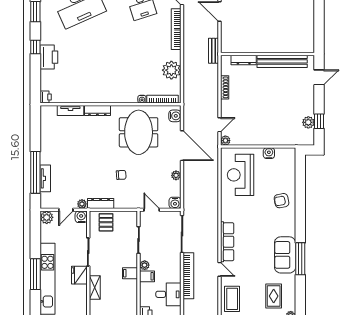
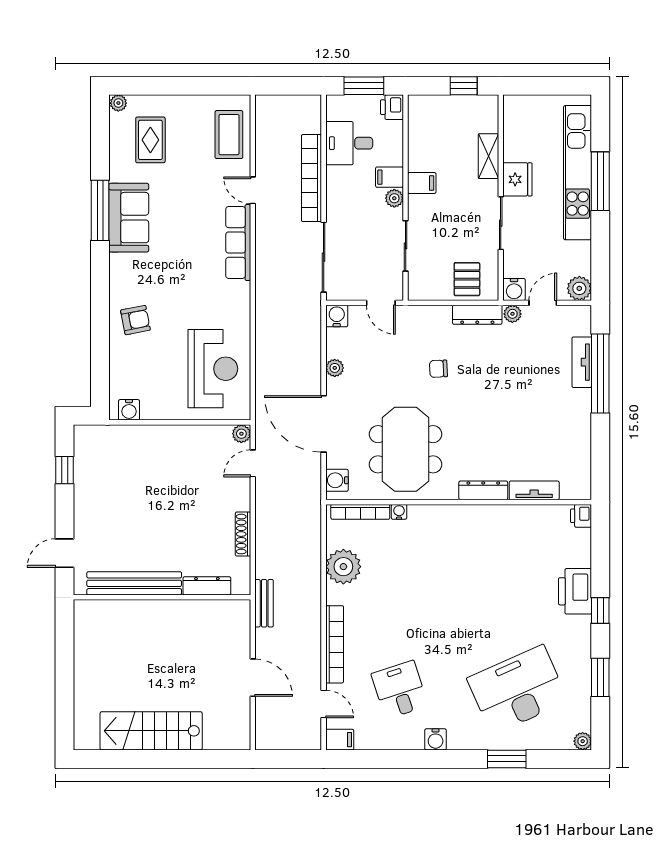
plant: (308, 122) -> (85, 468), removed
water cooler: (269, 153) -> (129, 410), moved

